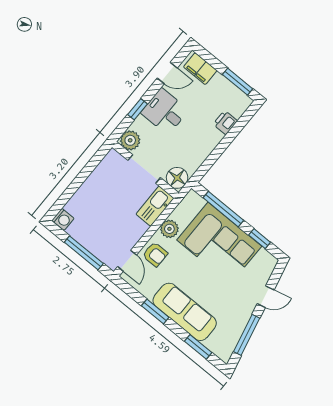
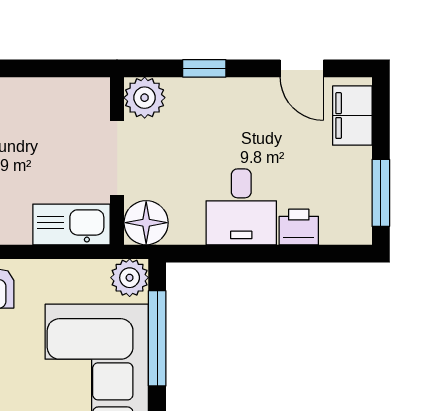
desk: (165, 111) -> (241, 207), moved, turned 180
plant: (169, 229) -> (130, 278), moved

